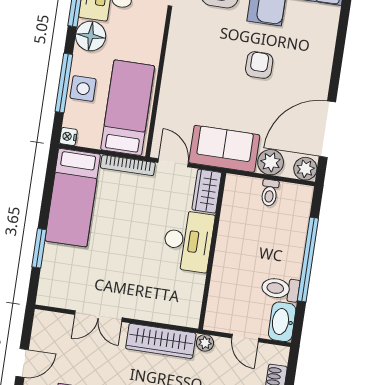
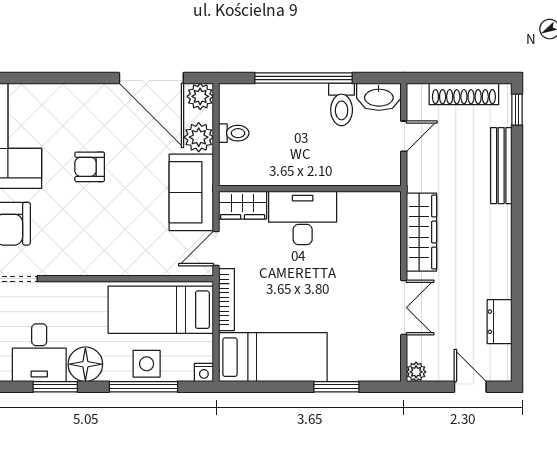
plant: (205, 343) -> (416, 372), moved

